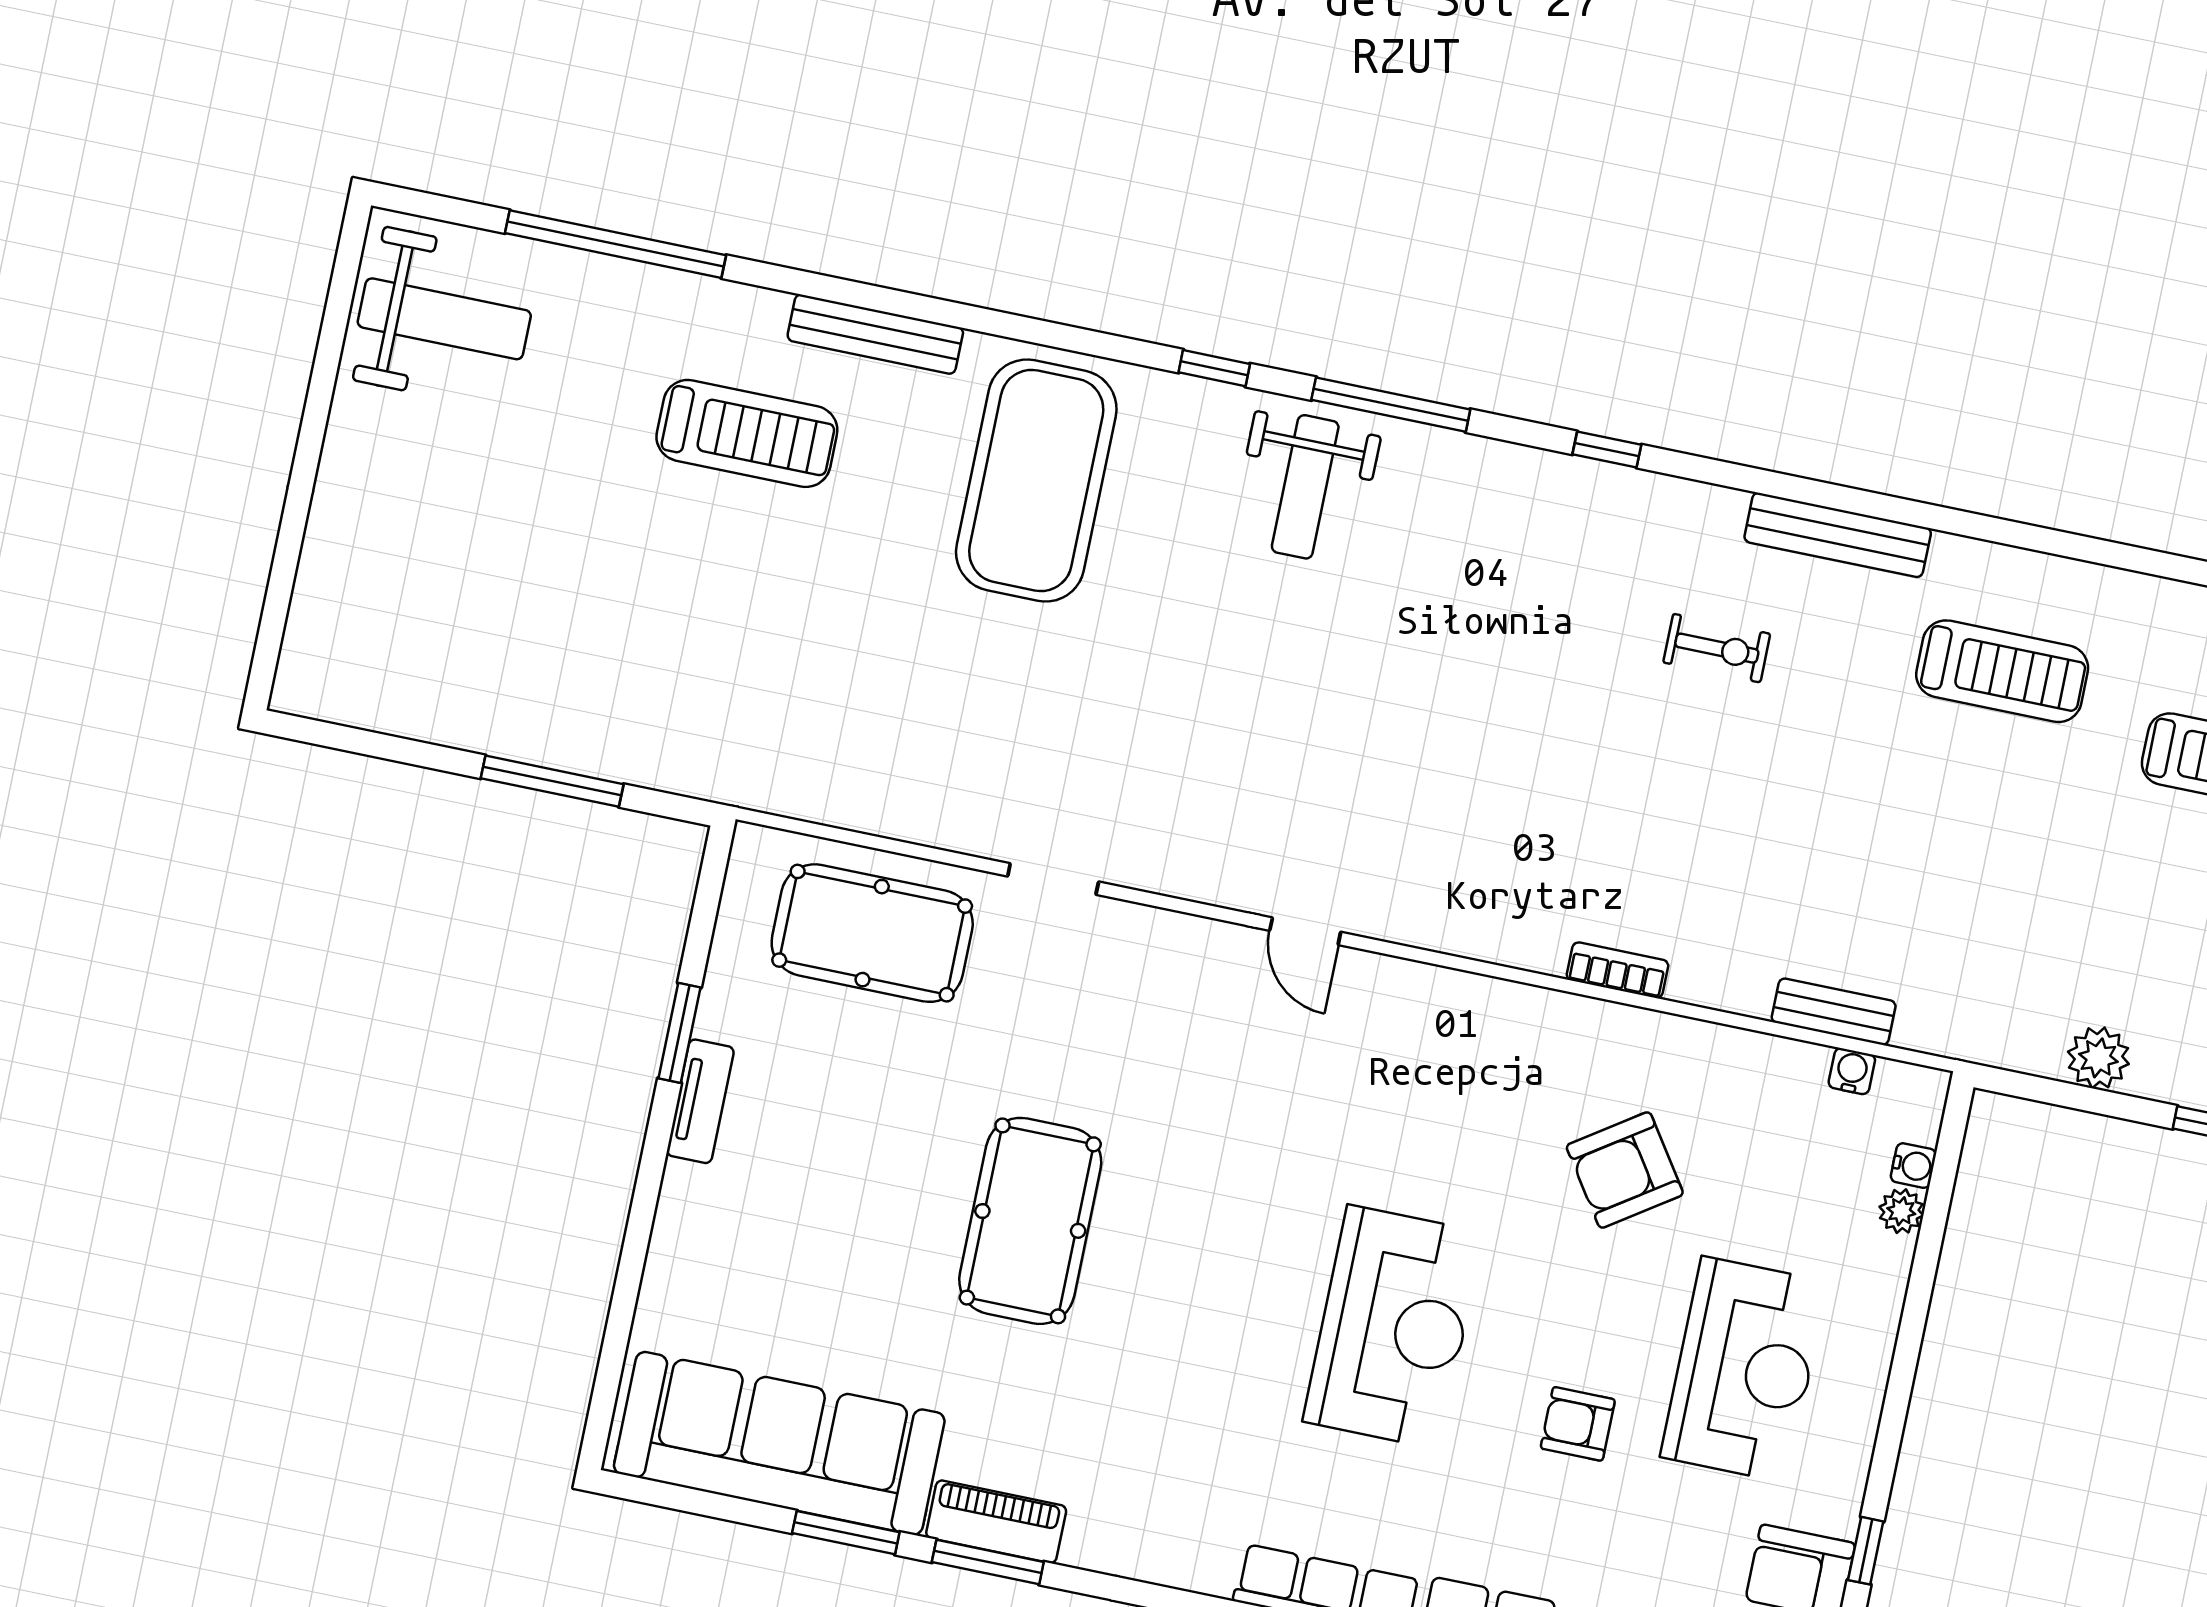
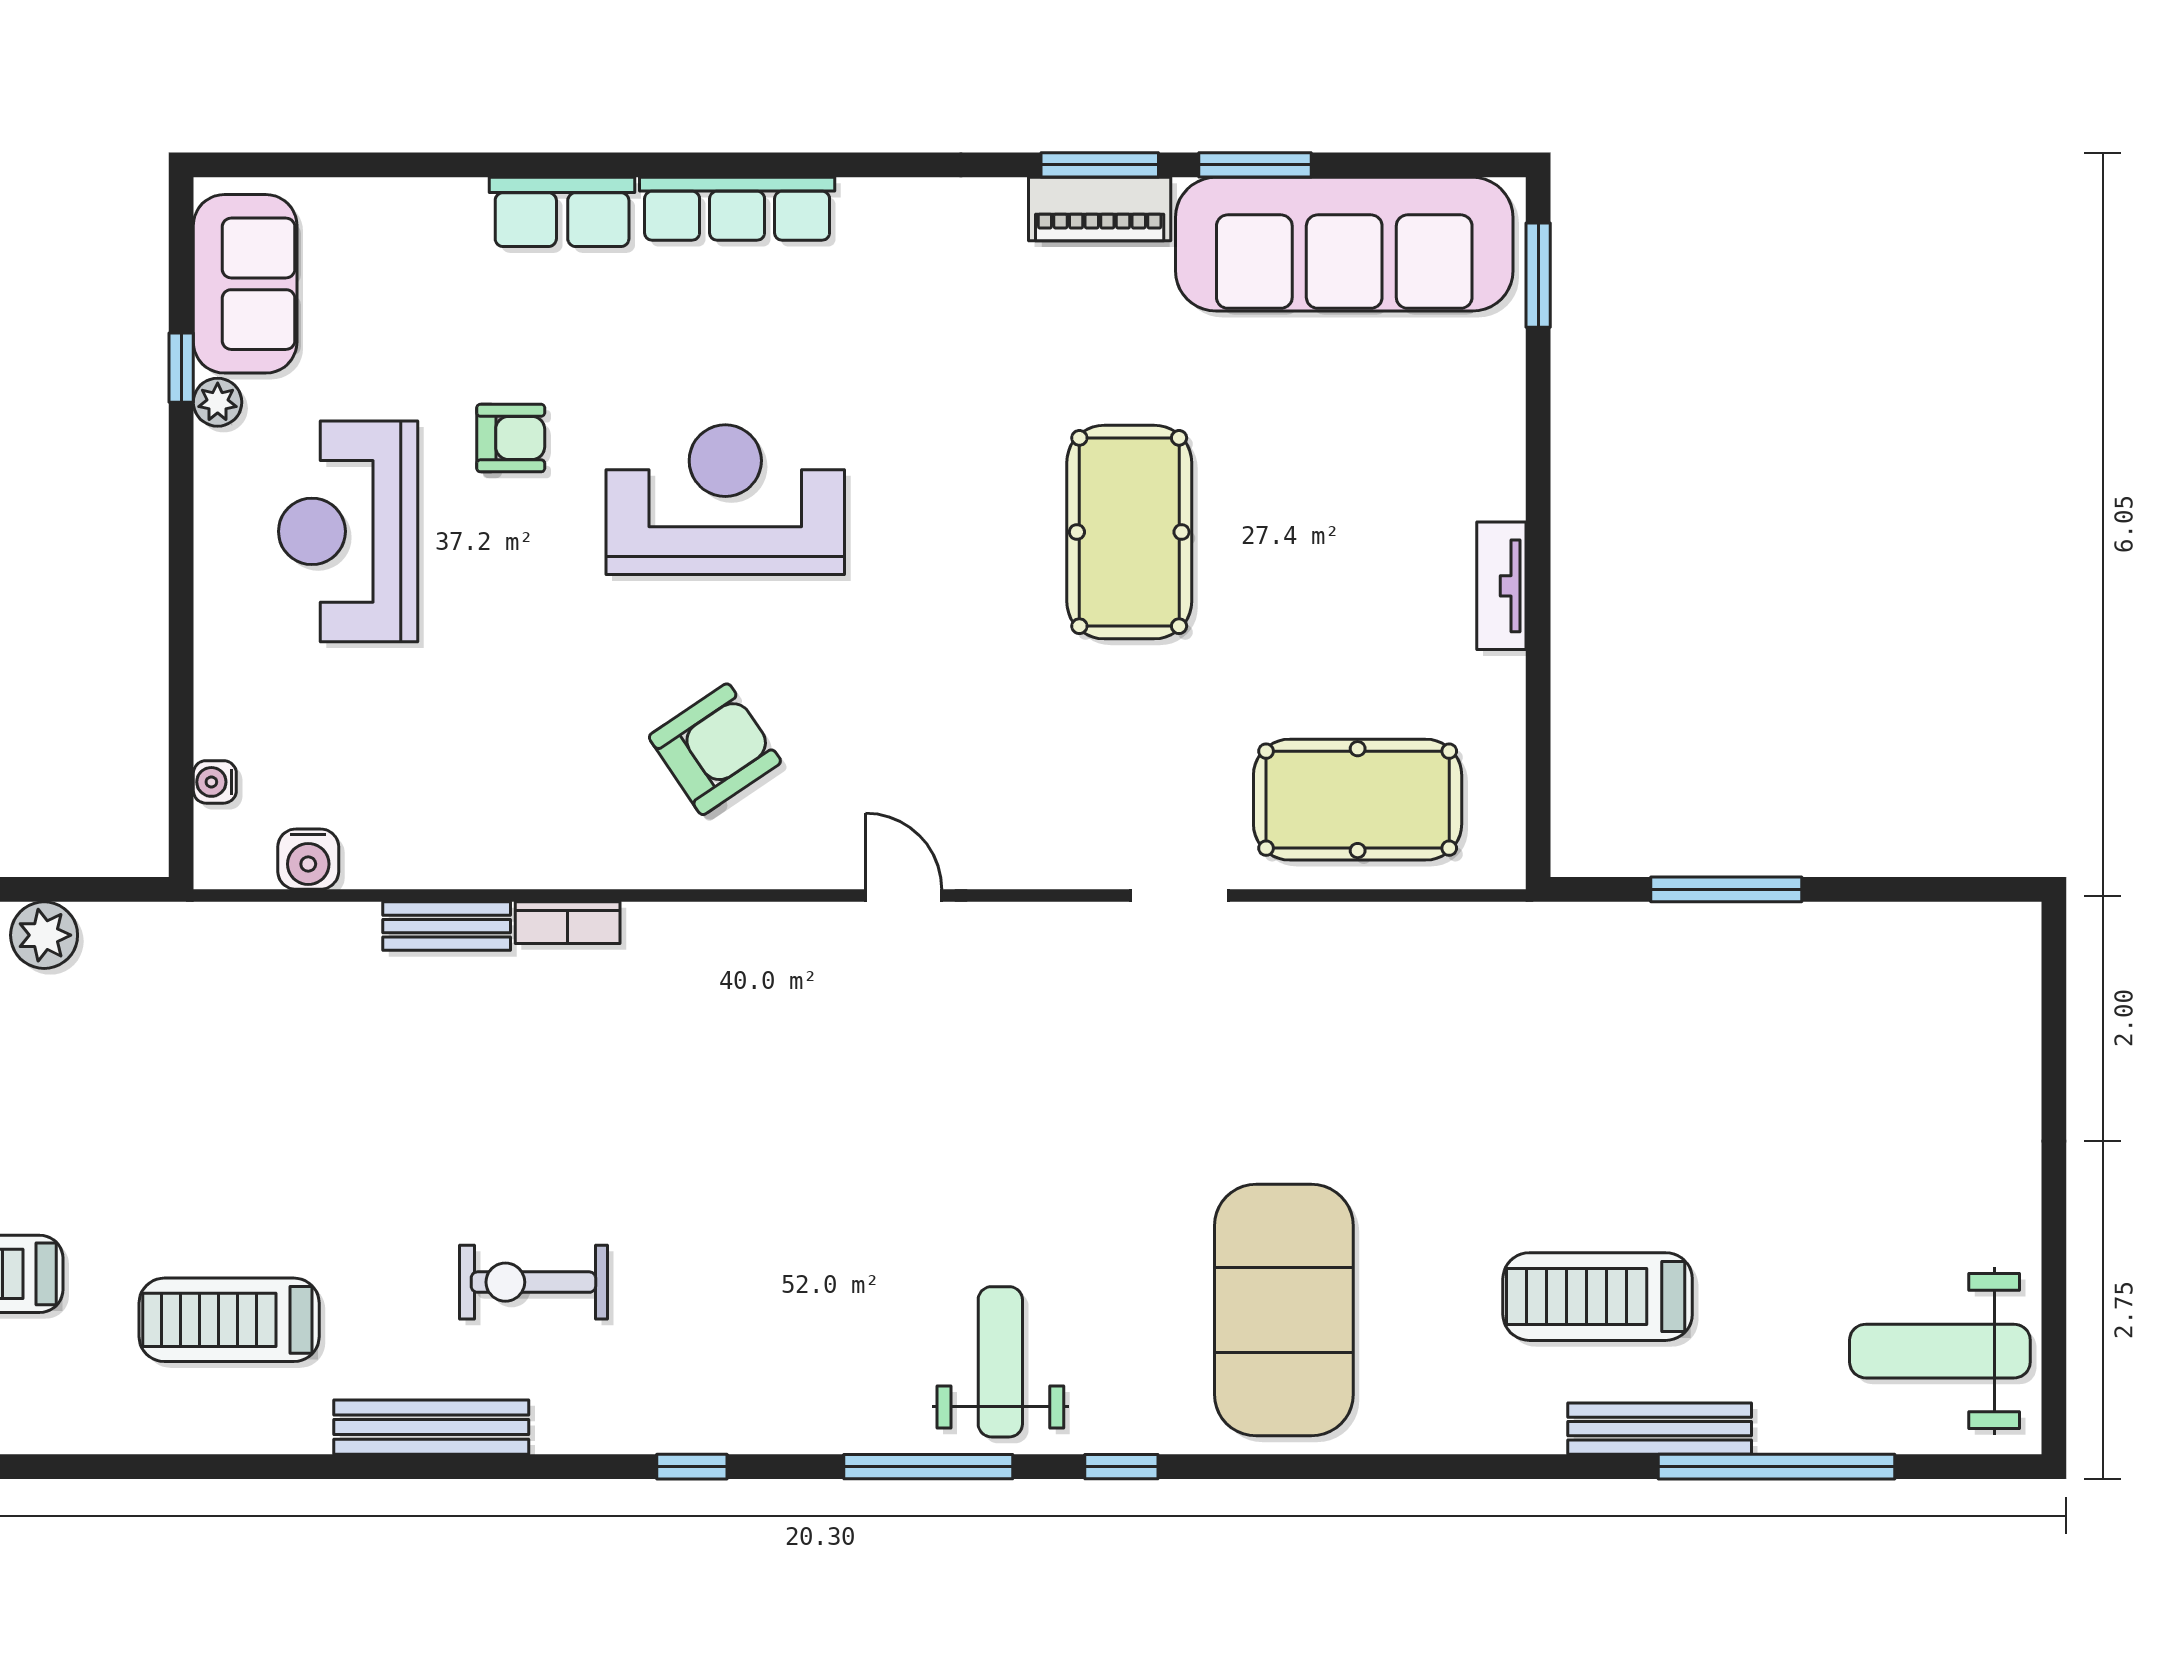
bench: (875, 334) -> (1660, 1429), moved
exercise bike: (1717, 648) -> (533, 1282), width x1.38, depth x1.39
bench: (1834, 1012) -> (447, 926), moved
window: (679, 1033) -> (1538, 275), moved
water cooler: (1852, 1071) -> (308, 859), width x1.38, depth x1.38
armchair: (1625, 1170) -> (715, 749), moved
plant: (1901, 1211) -> (218, 402), moved
reception desk: (1393, 1327) -> (725, 500), turned 90

